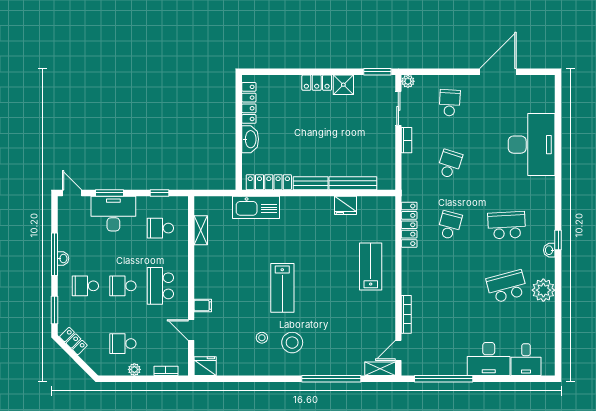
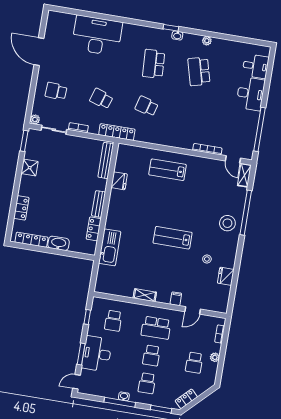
locker: (317, 83) -> (21, 208), moved
locker: (269, 182) -> (94, 229), width x0.66
bench: (353, 183) -> (106, 160), moved
locker: (409, 225) -> (117, 132), moved
shelving: (201, 230) -> (145, 295), moved
lab bench: (282, 288) -> (173, 238), turned 180
plant: (543, 290) -> (207, 41), width x0.53, depth x0.53
stool: (292, 343) -> (227, 223), moved
fridge: (205, 366) -> (226, 276), moved

